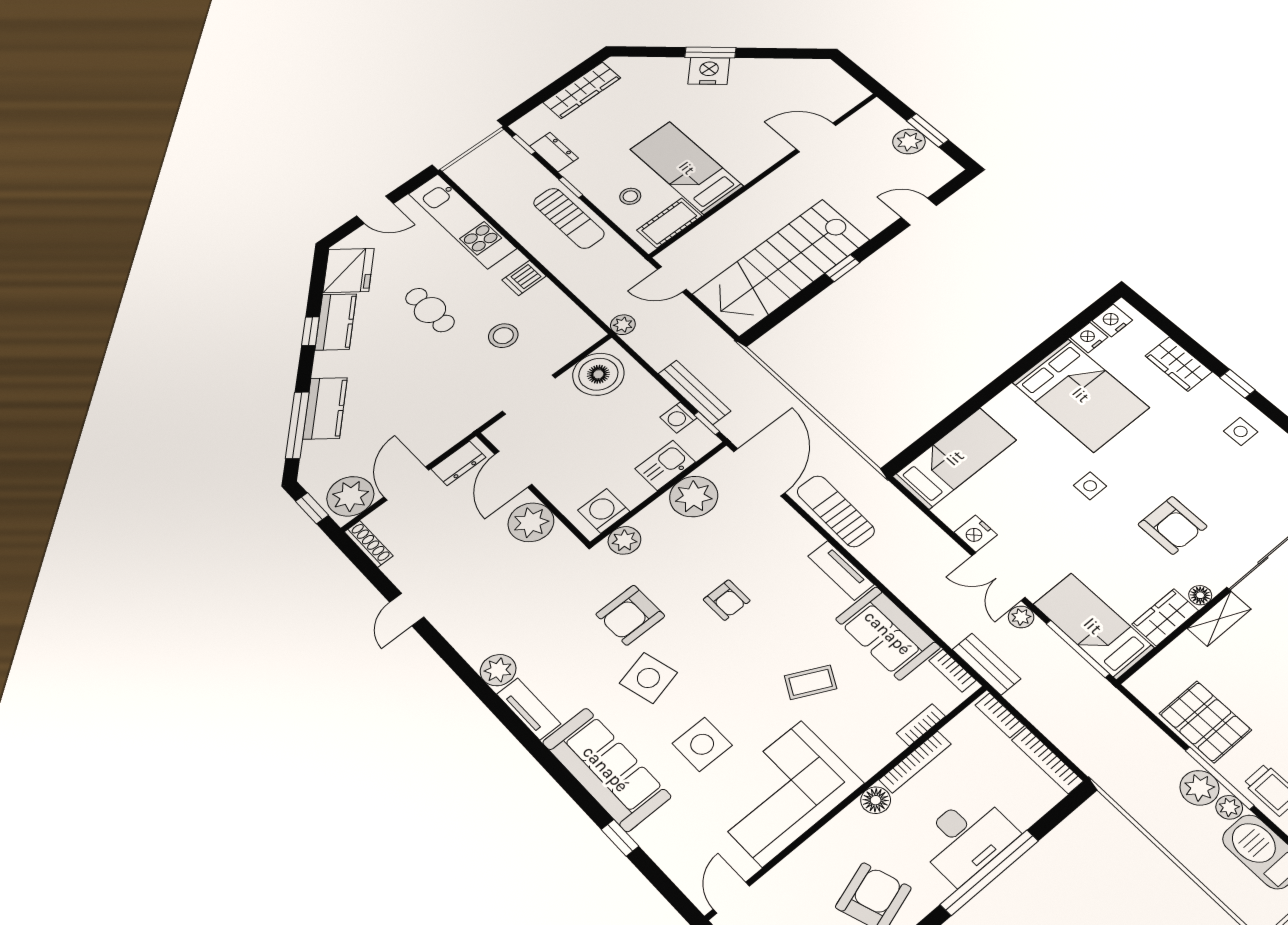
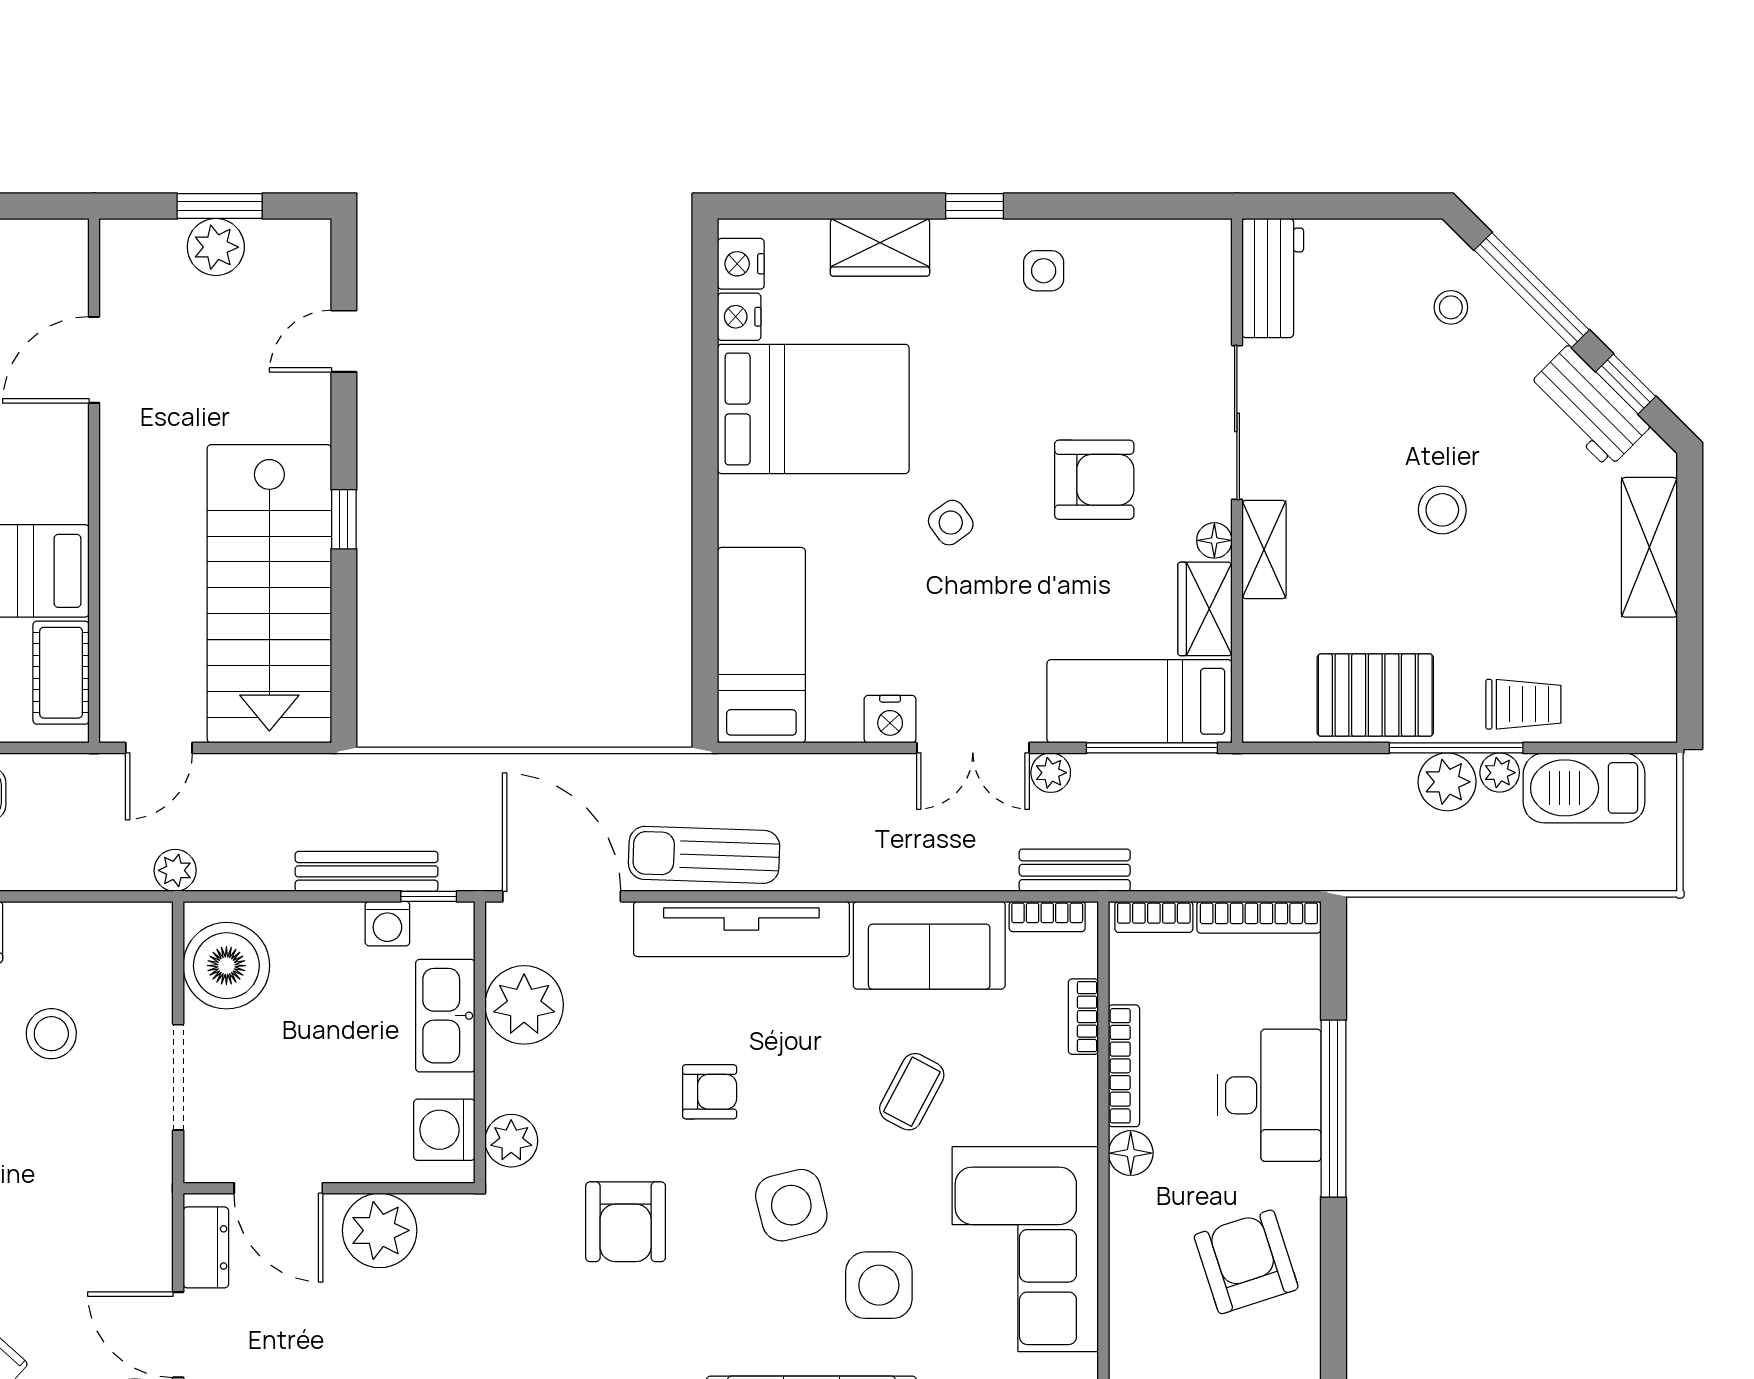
kitchen sink: (665, 465) -> (445, 1016), width x1.38
side table: (1090, 486) -> (951, 523), turned -36
tv unit: (841, 570) -> (741, 929), width x1.92, depth x1.29
side table: (648, 678) -> (791, 1205), moved

